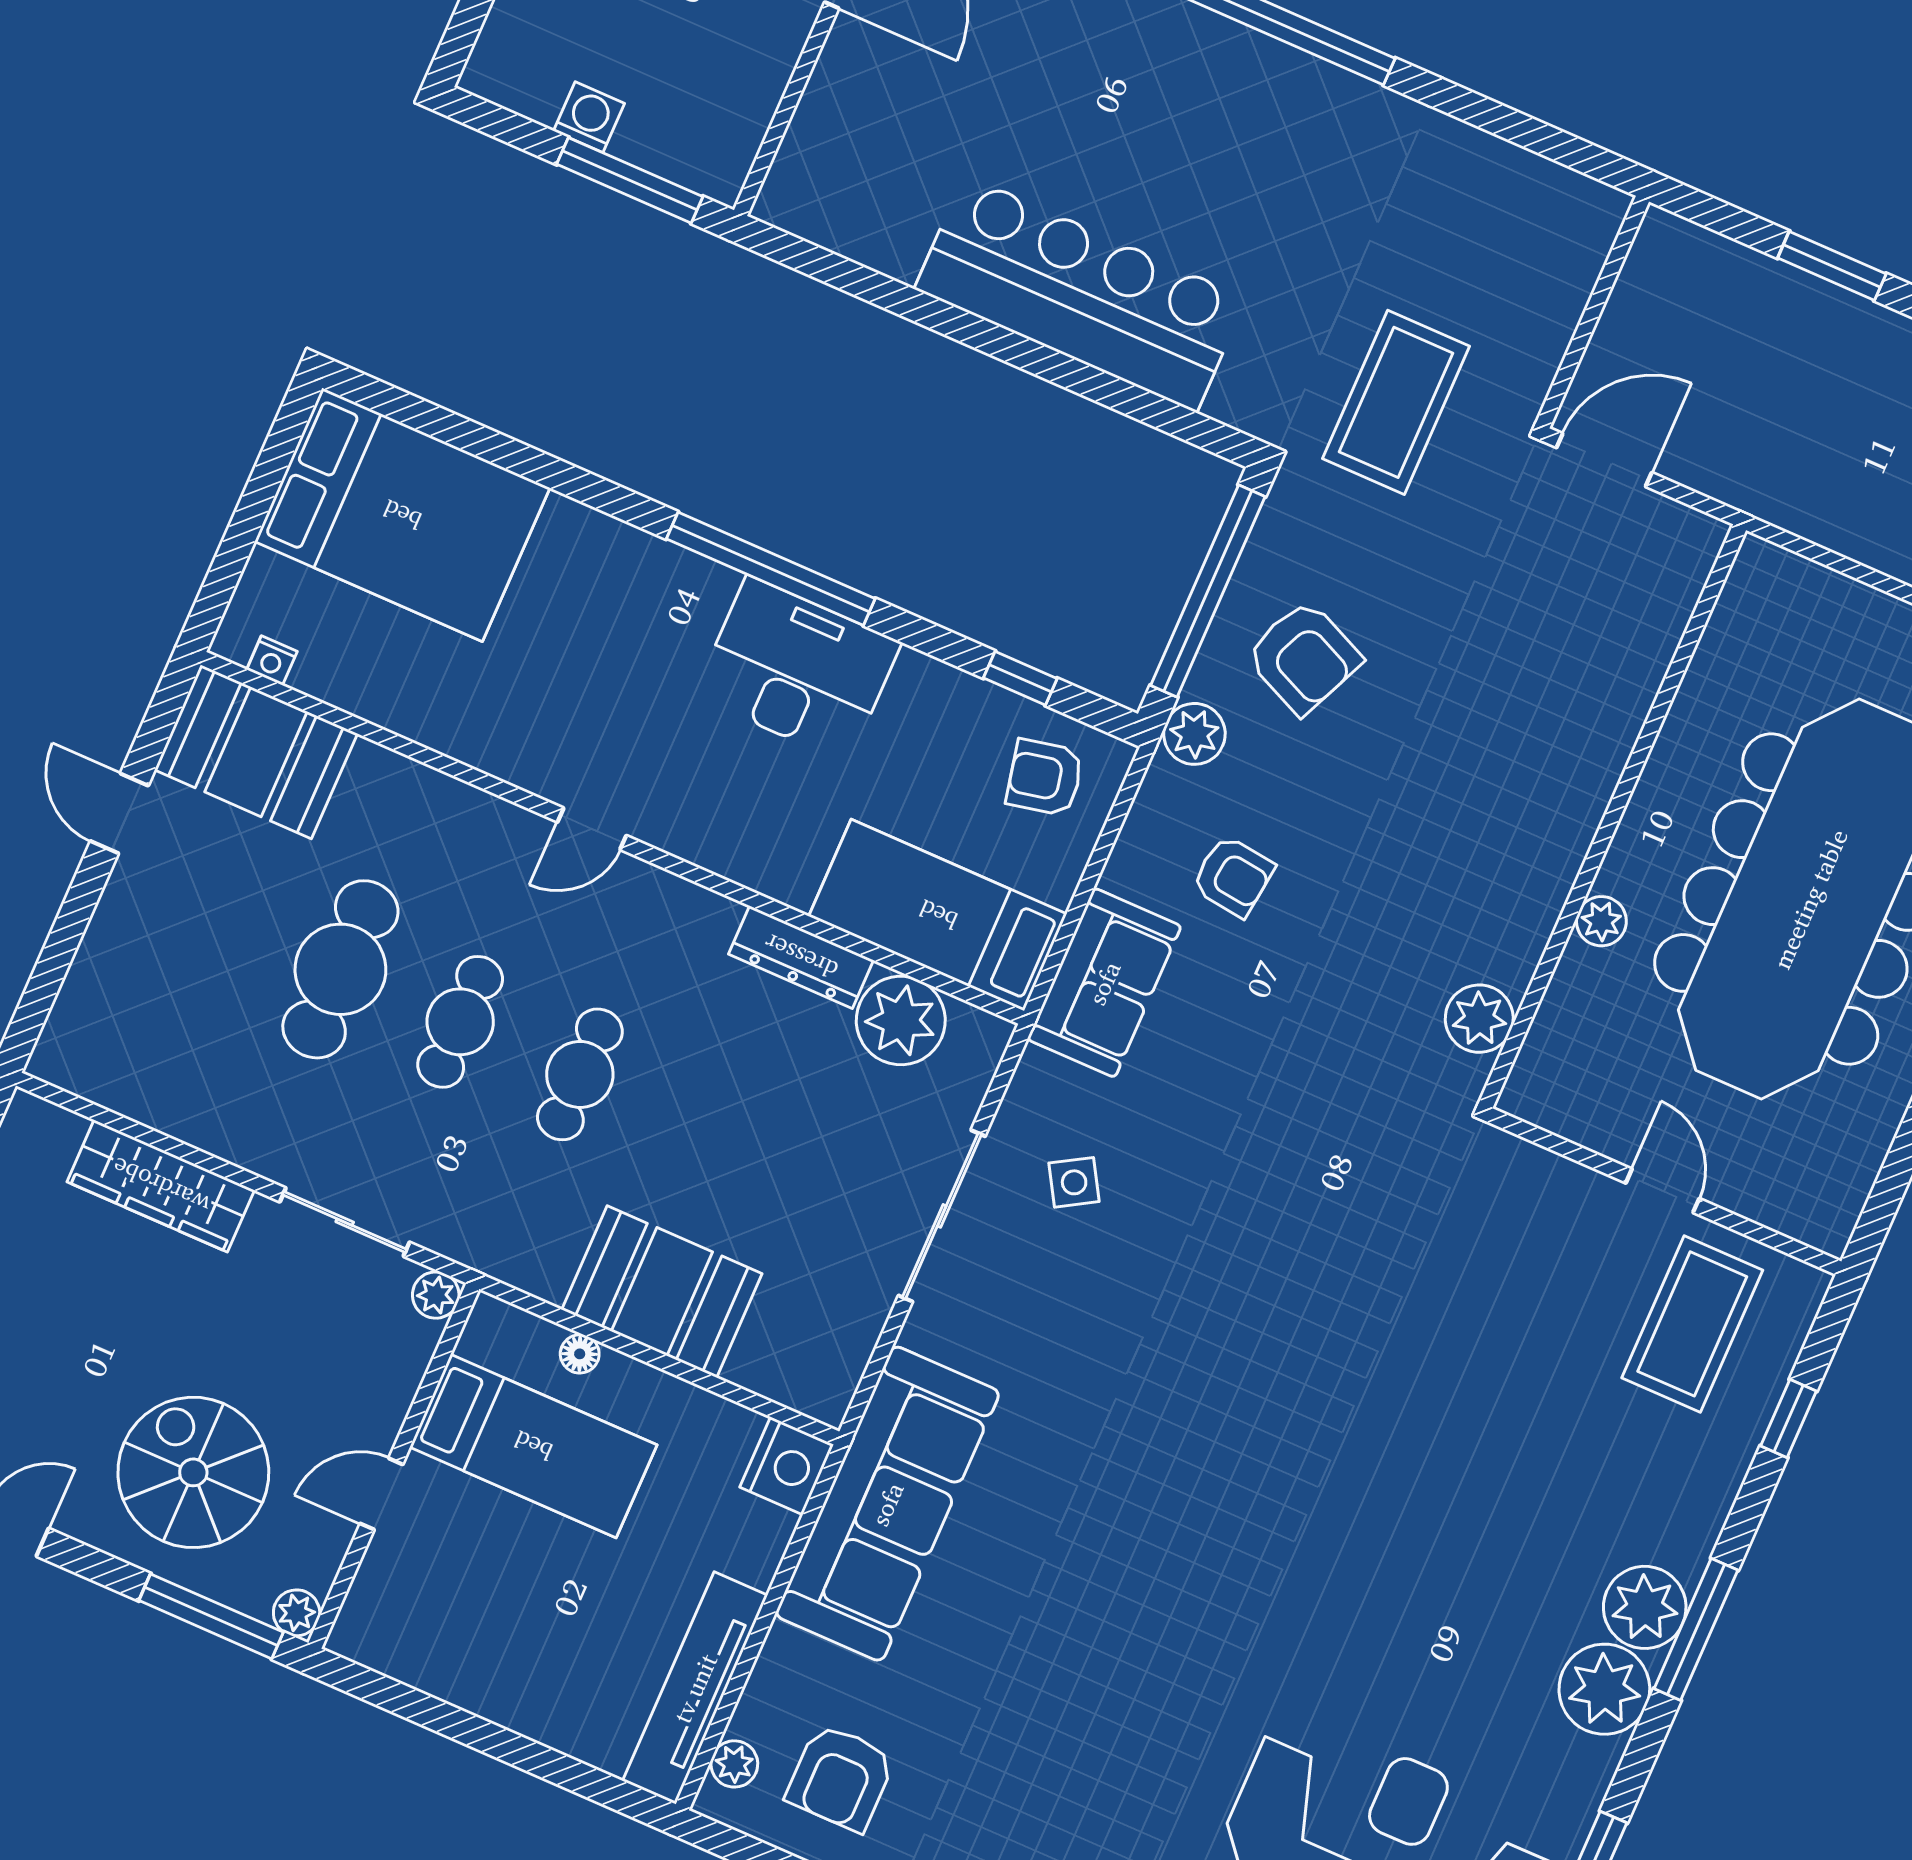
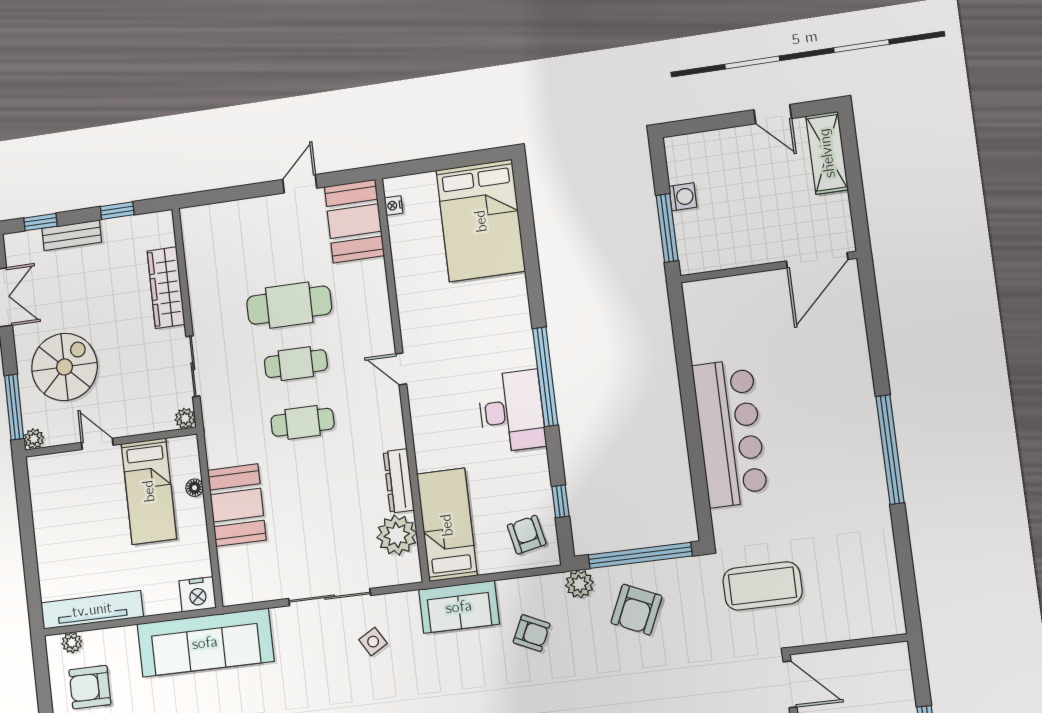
armchair: (1233, 876) -> (532, 633), turned -72

